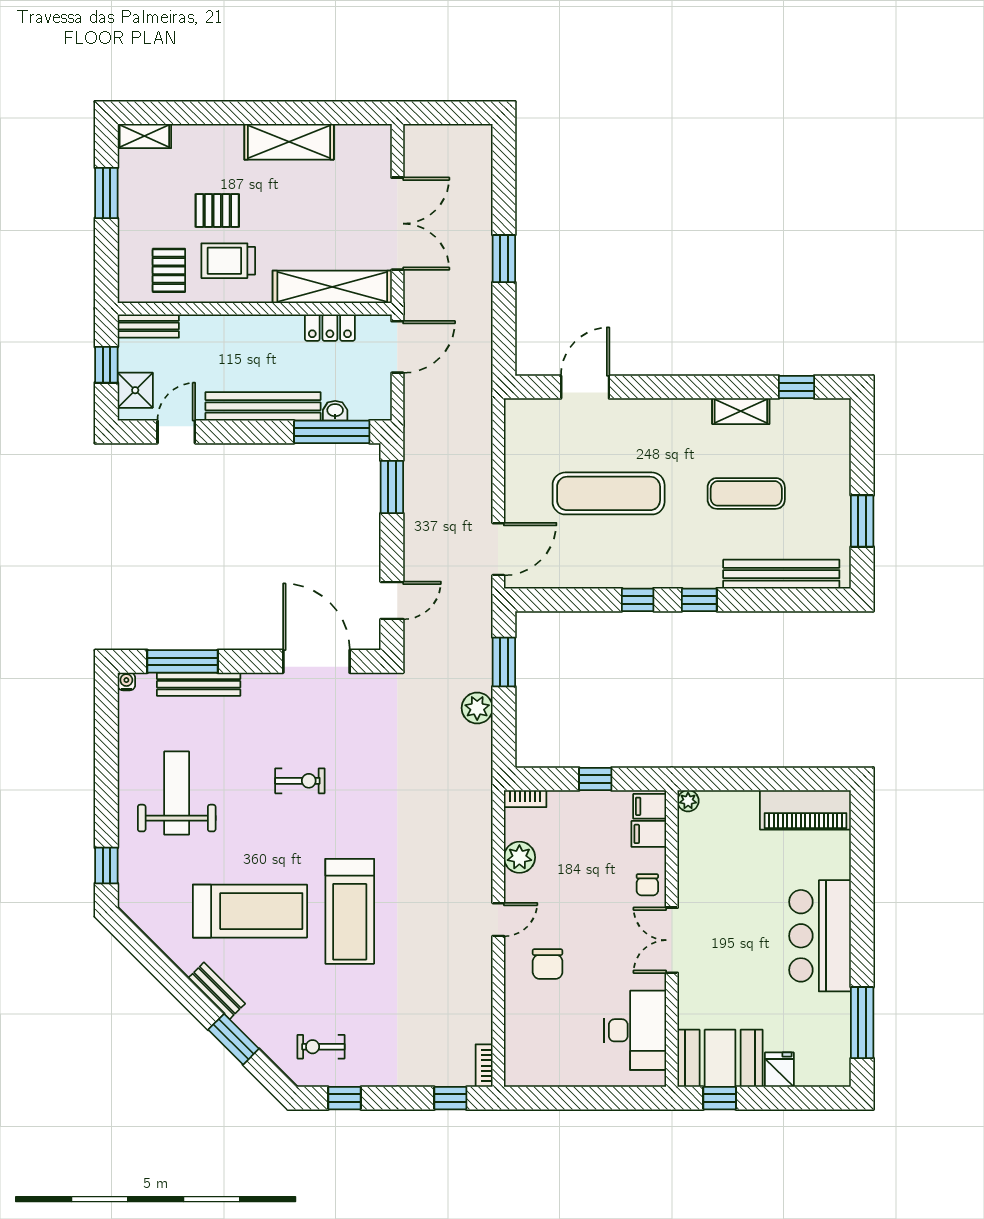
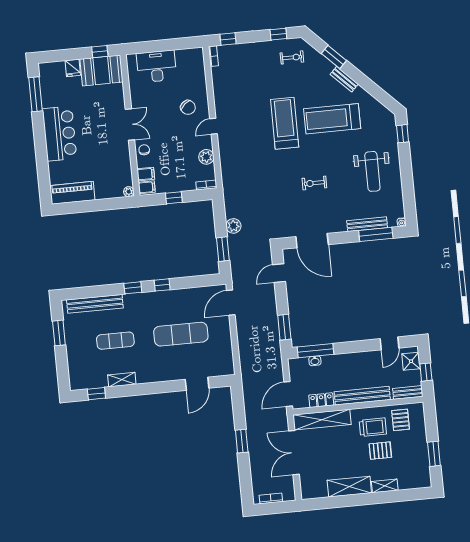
bookcase: (455, 133) -> (271, 498), added
shelving: (144, 136) -> (385, 486), moved
bench: (263, 406) -> (362, 396), moved
chair: (548, 964) -> (188, 107), turned 140
desk: (635, 1030) -> (156, 66), moved, turned 90

